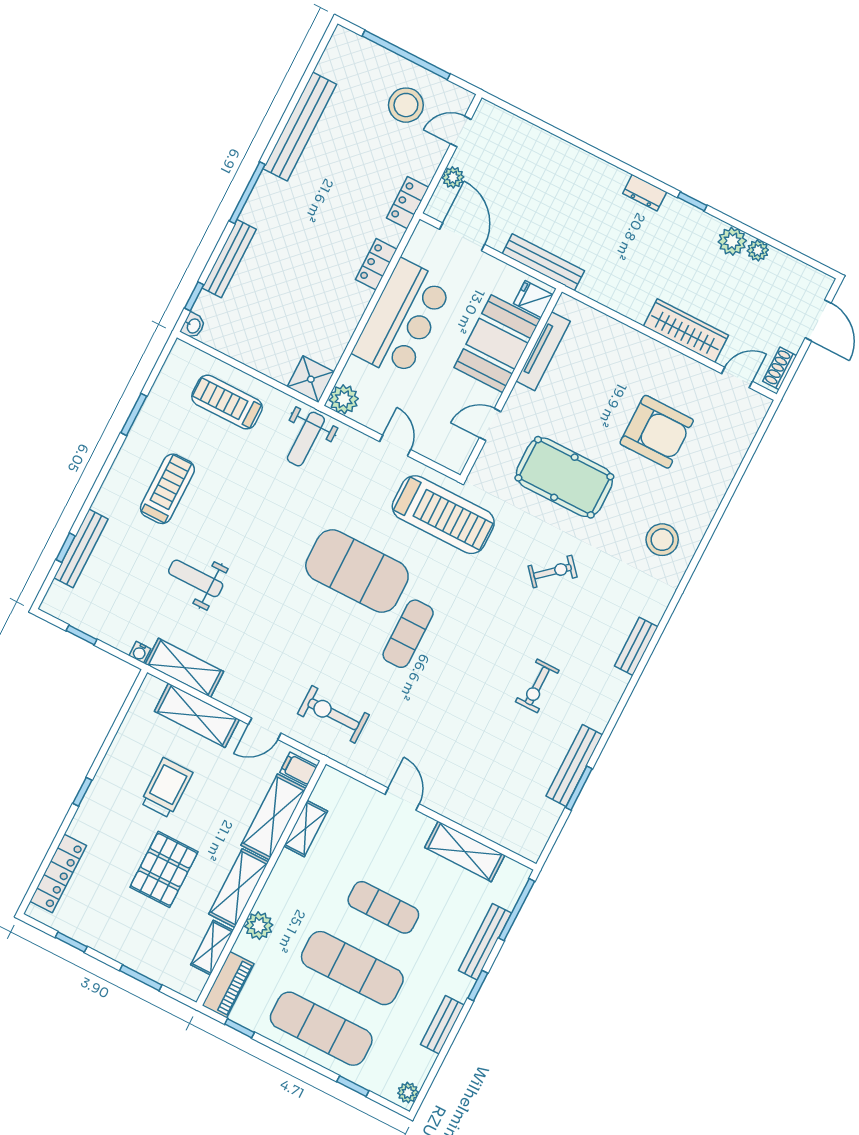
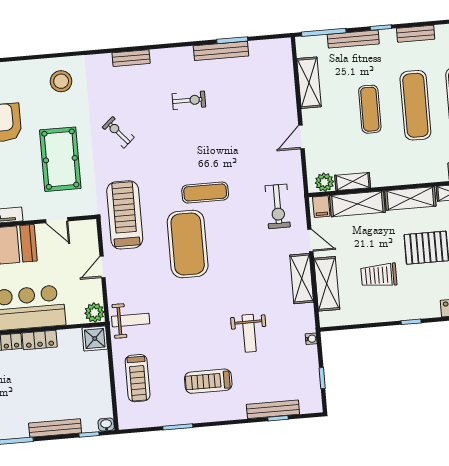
locker: (352, 309) -> (40, 340), added
shelving: (184, 668) -> (302, 279), moved
plant: (259, 926) -> (324, 182), moved

